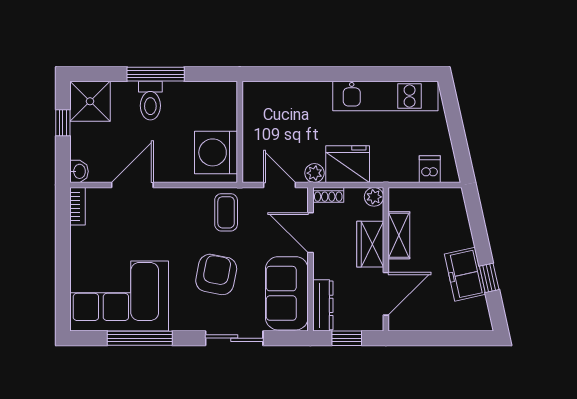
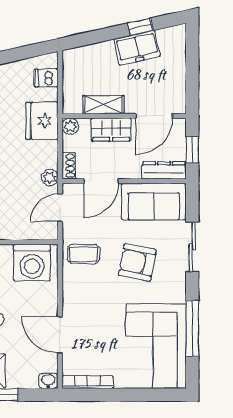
fridge: (348, 164) -> (42, 121), moved
bookcase: (77, 206) -> (88, 382), width x1.56
door: (386, 294) -> (154, 116), swing flipped

